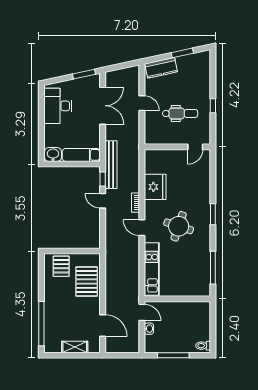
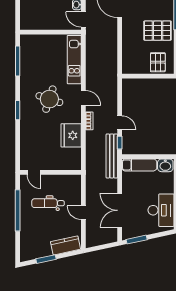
window: (213, 106) -> (18, 210), width x3.17
door: (195, 147) -> (34, 172), swing flipped
pallet: (87, 281) -> (158, 31), moved, turned 90

